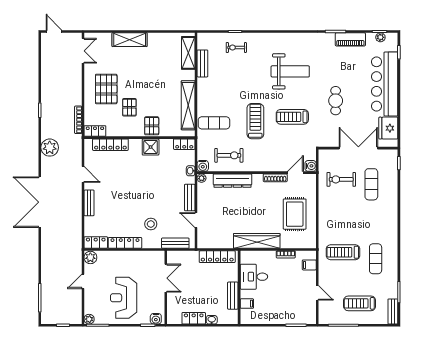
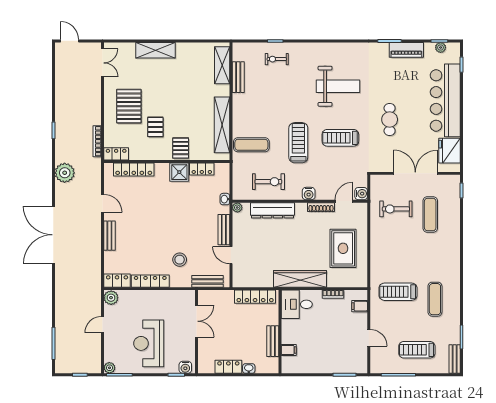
locker: (184, 144) -> (202, 169), moved
water cooler: (203, 166) -> (309, 194), moved
desk: (254, 277) -> (297, 304), moved

